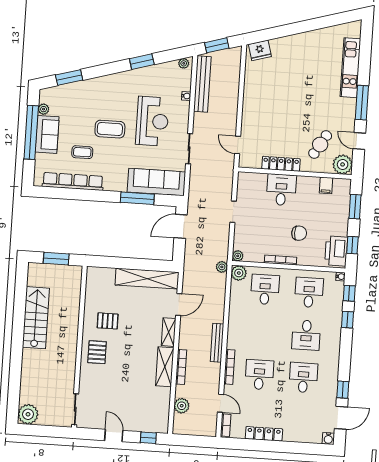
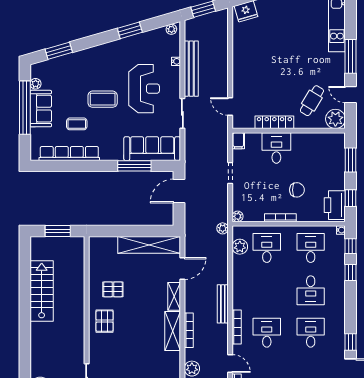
bench: (202, 84) -> (191, 69), moved
filing cabinet: (326, 185) -> (238, 141), moved
plant: (239, 273) -> (240, 247), moved

